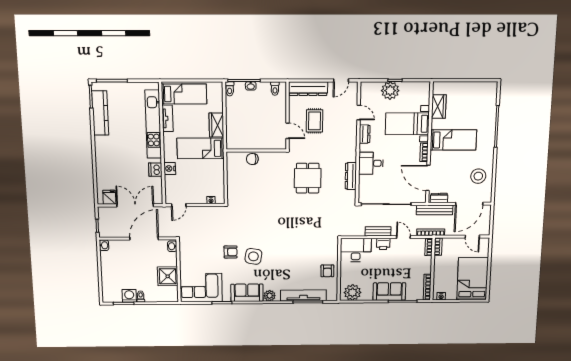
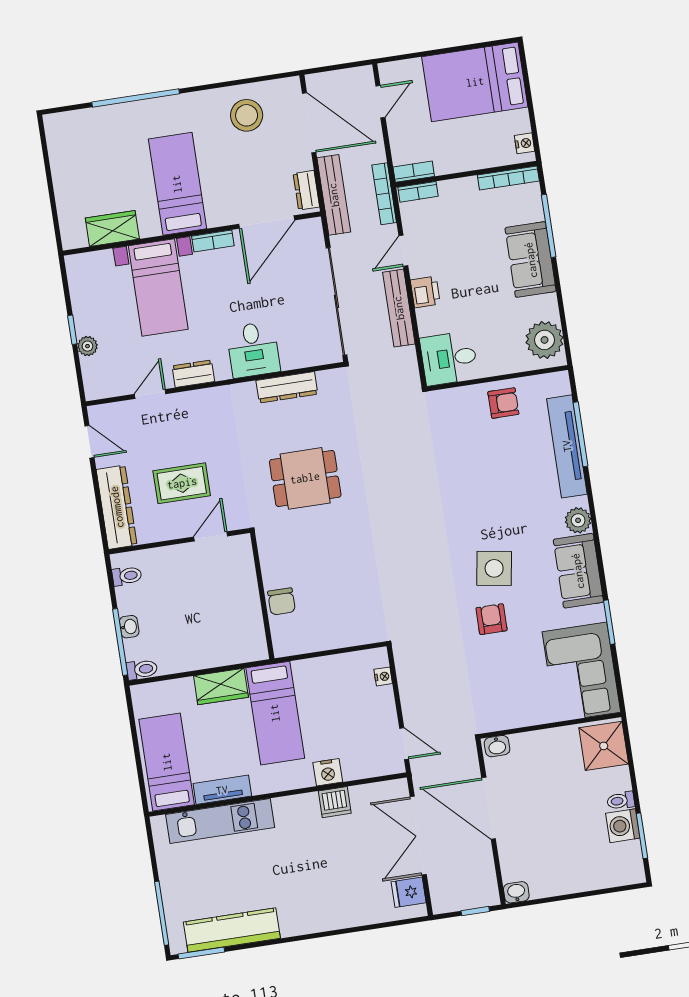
plant: (390, 91) -> (87, 346), width x0.53, depth x0.53
kitchen unit: (153, 124) -> (220, 821), width x0.73
bench: (378, 231) -> (399, 308), width x1.36
desk: (356, 250) -> (449, 358), width x0.73
shower: (168, 276) -> (604, 746), moved

